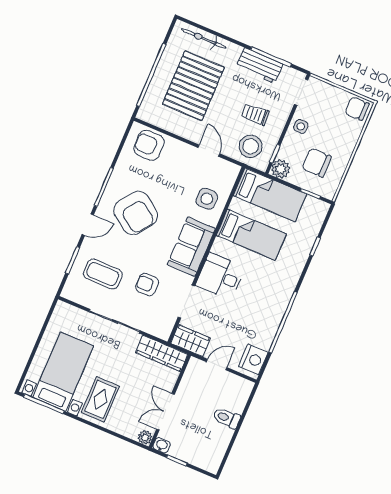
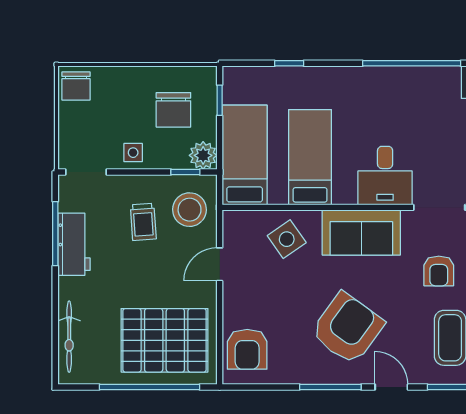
pallet: (193, 86) -> (164, 340), moved
side table: (207, 199) -> (287, 239), turned -35

